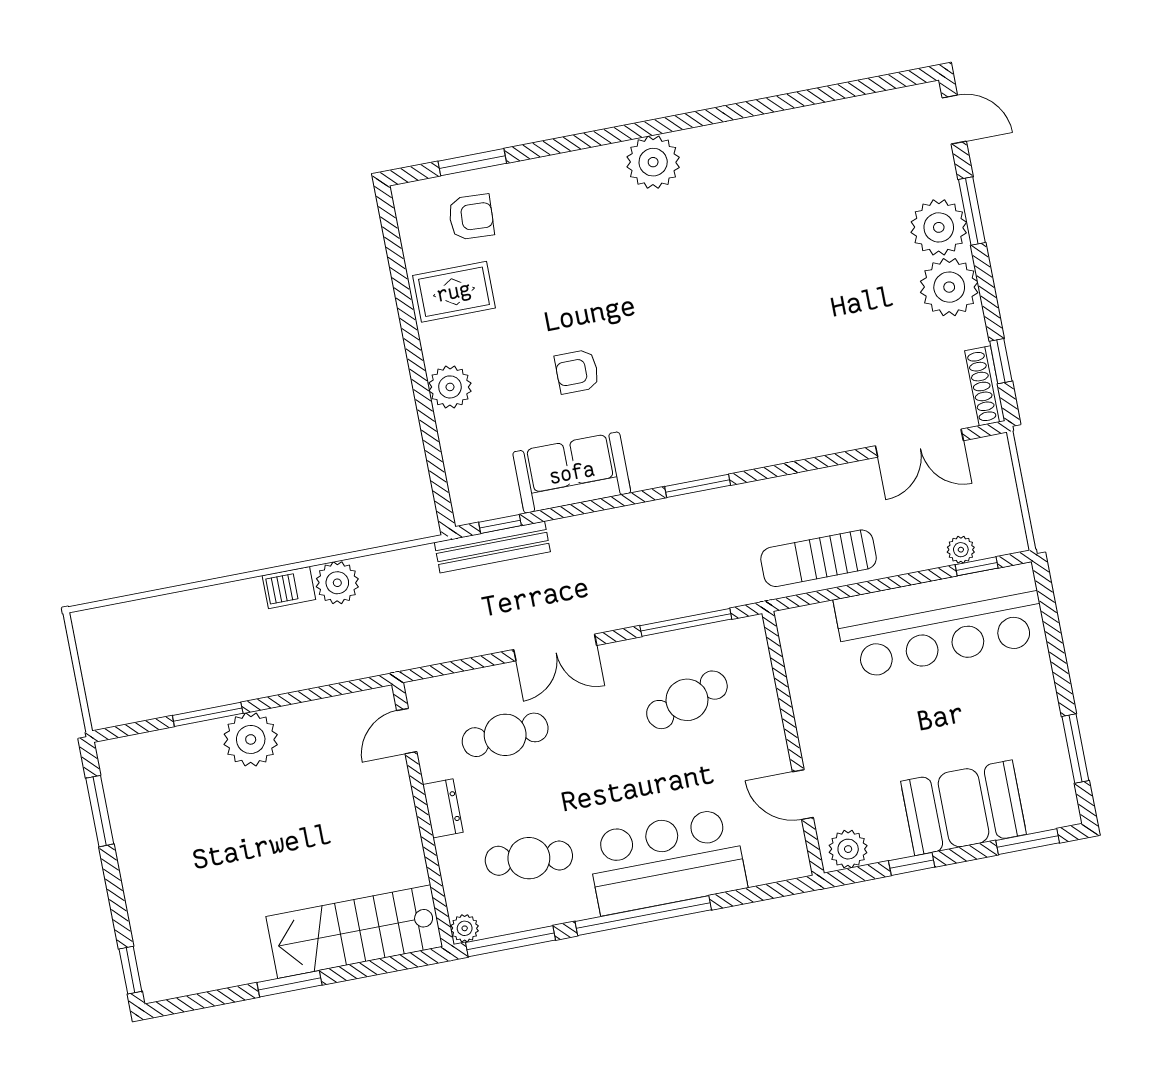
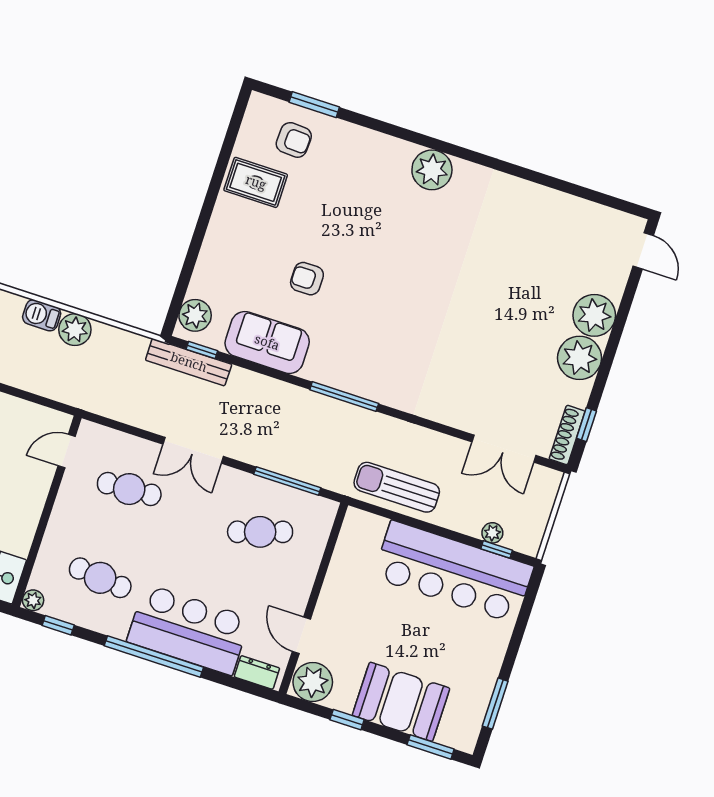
window: (972, 211) -> (622, 317), removed
plant: (450, 387) -> (195, 315), moved
window: (698, 486) -> (344, 397), width x1.44
dresser: (443, 808) -> (257, 672), moved, turned -90
plant: (848, 849) -> (313, 682), width x1.36, depth x1.36
window: (510, 941) -> (58, 625), width x0.46

